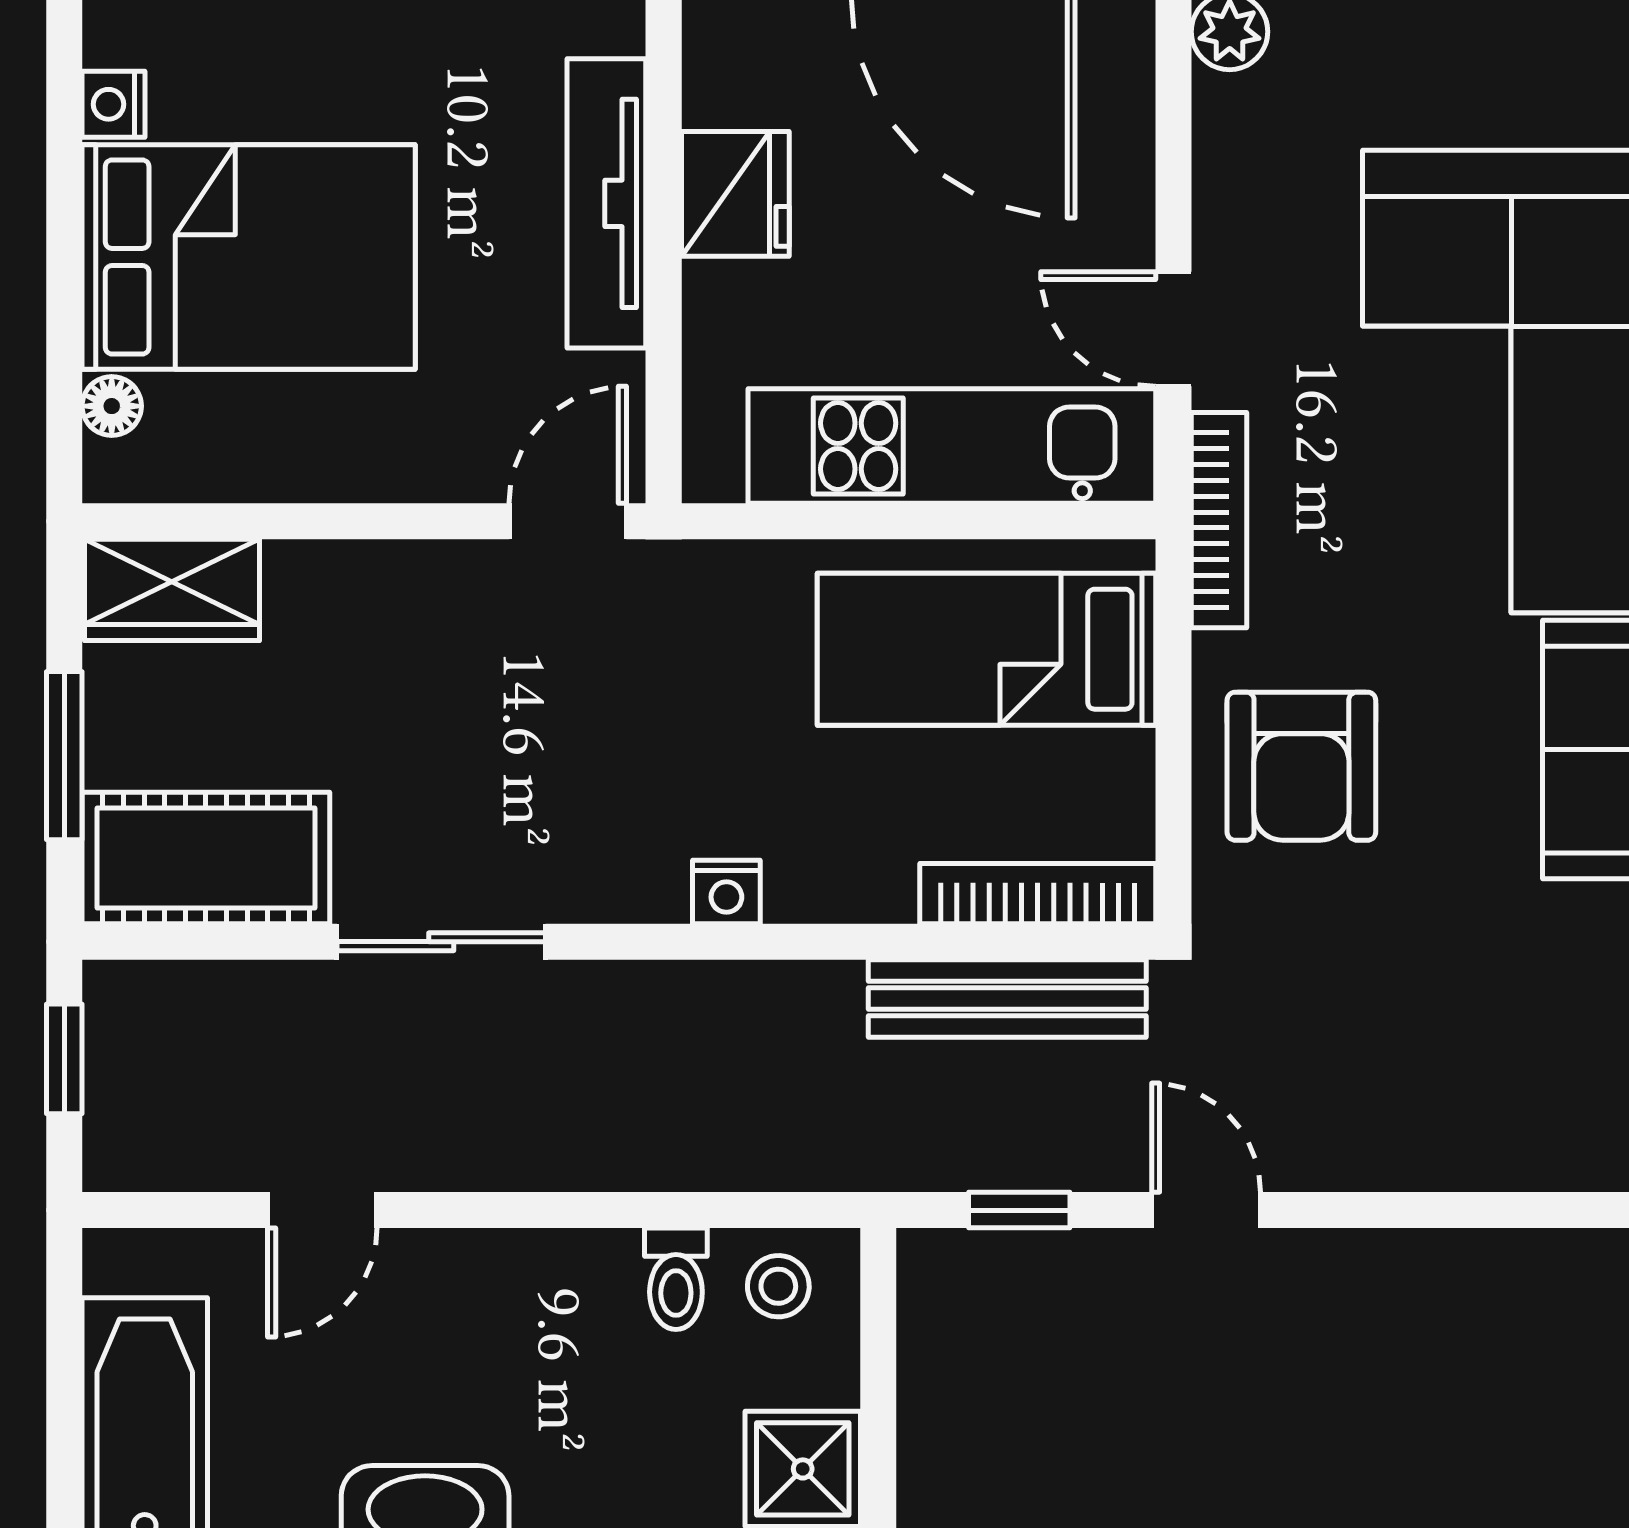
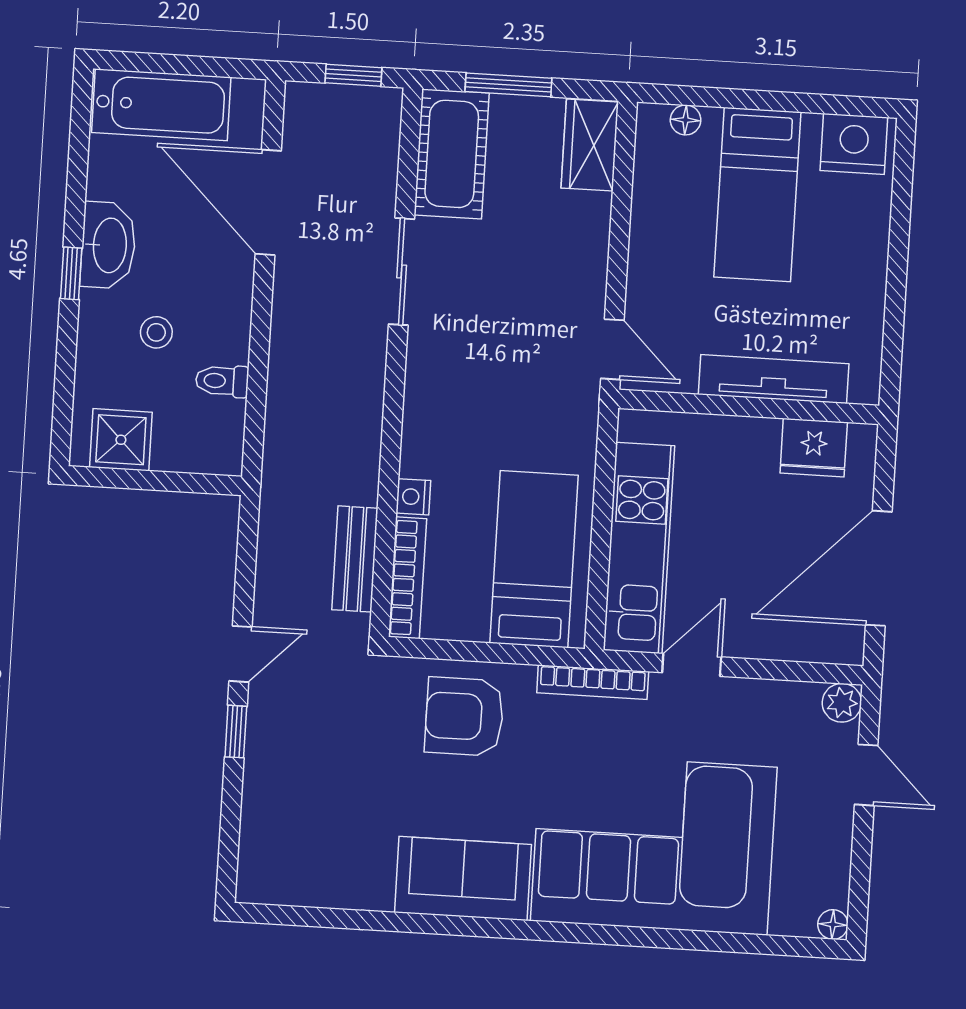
nightstand: (114, 104) -> (854, 144), width x1.89, depth x1.79
fridge: (735, 194) -> (814, 448), moved
bed: (249, 257) -> (757, 195), width x0.67
nightstand: (726, 892) -> (413, 497), moved
bench: (1007, 998) -> (355, 559), width x0.73
door: (322, 1210) -> (268, 202), width x1.88
window: (1019, 1210) -> (236, 732), moved
stool: (778, 1286) -> (156, 332), moved

